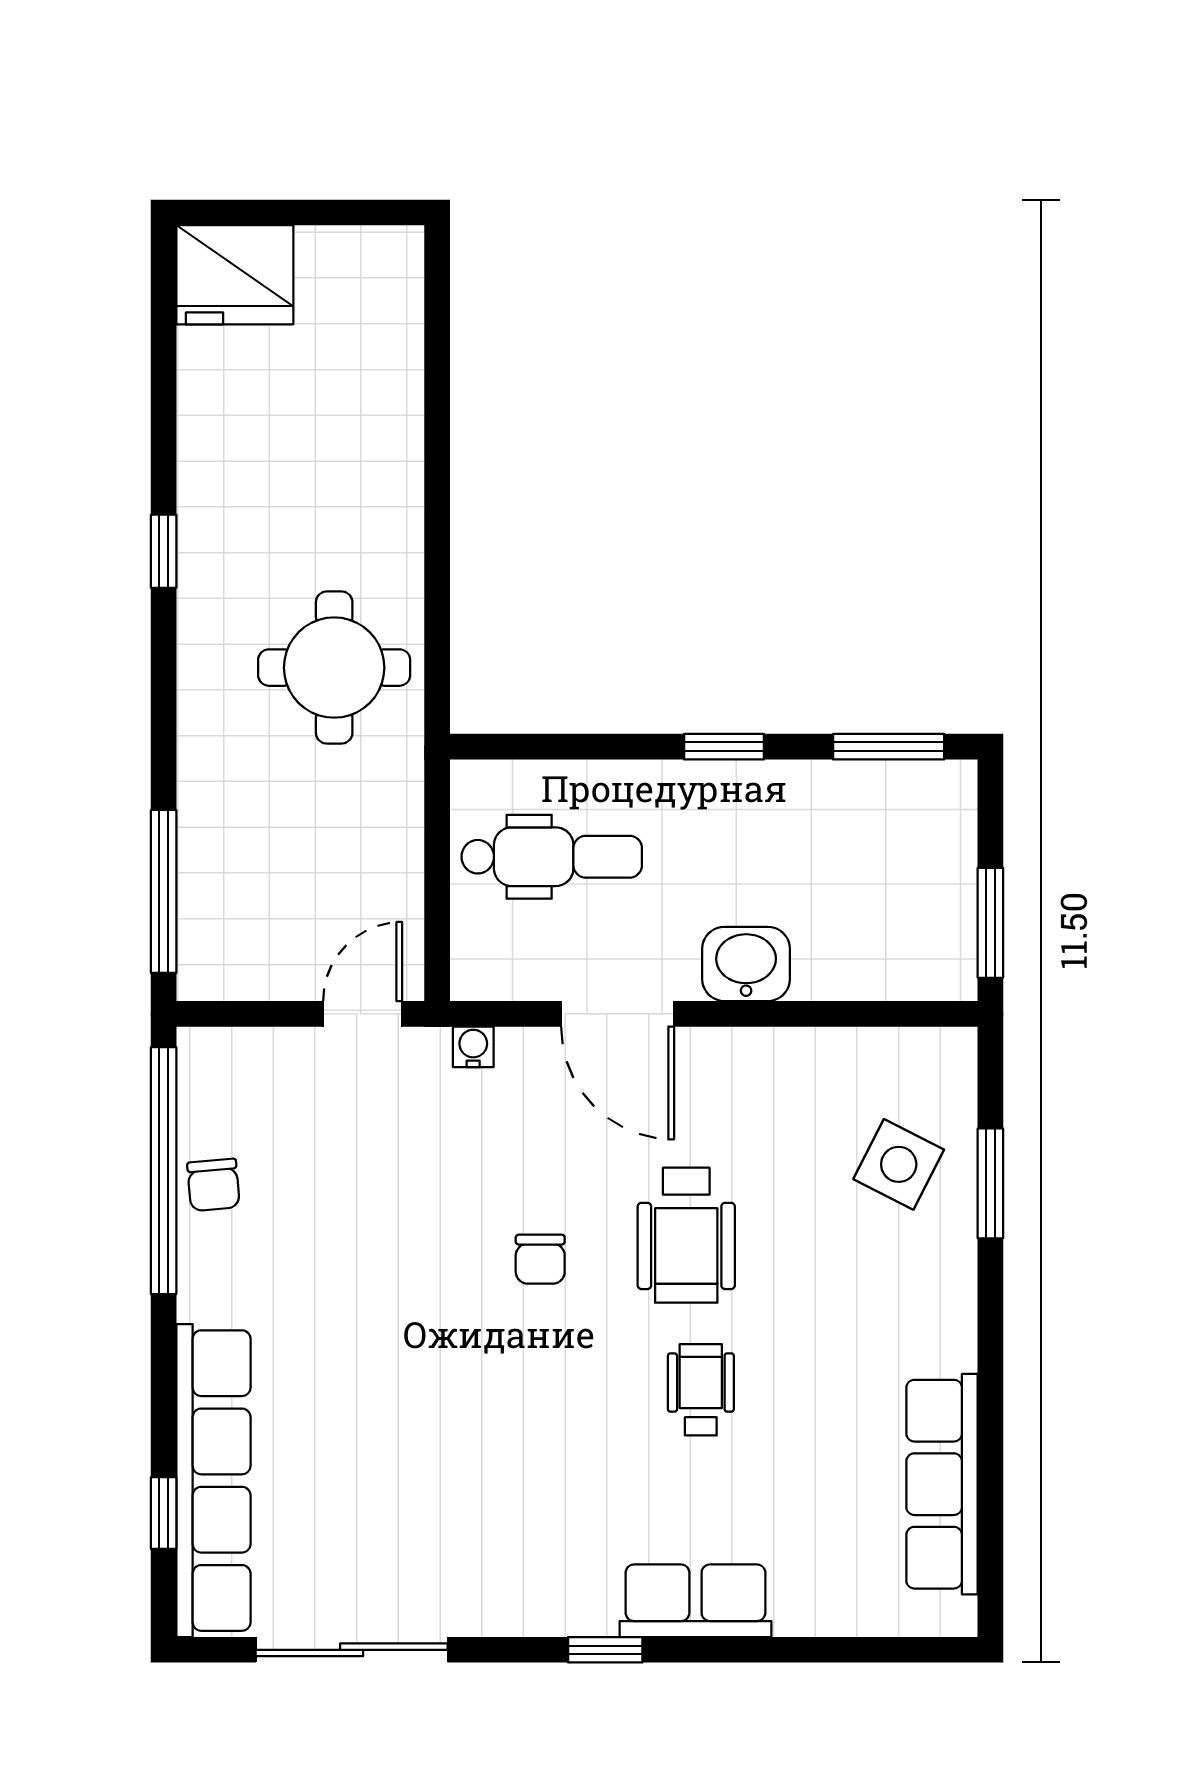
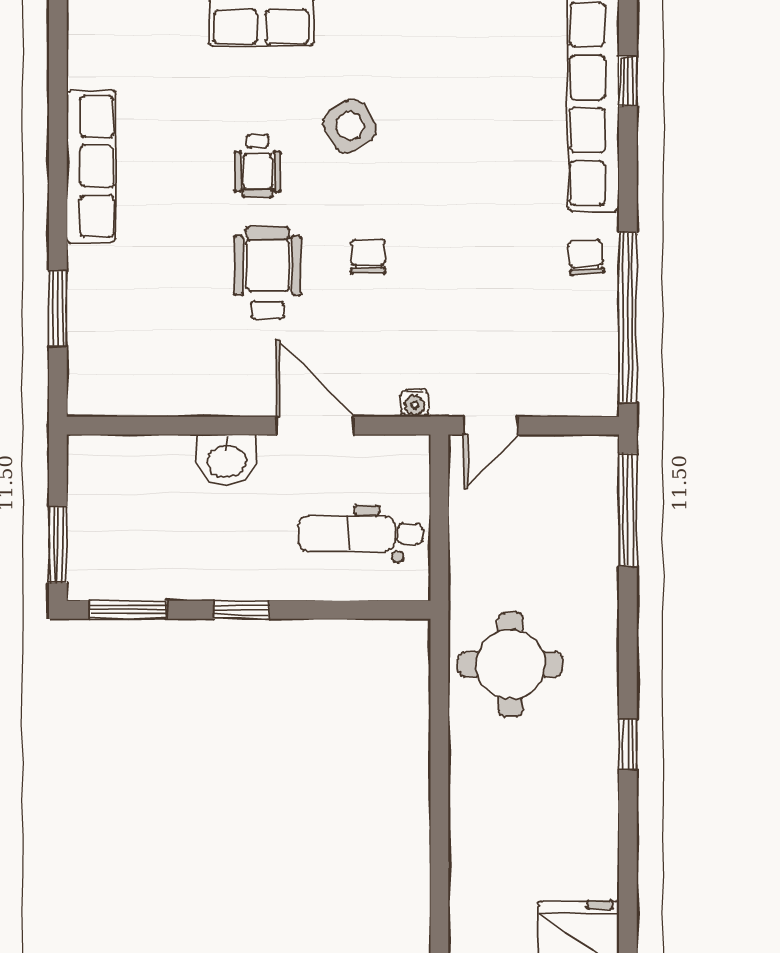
window: (990, 923) -> (58, 545), moved
side table: (899, 1164) -> (350, 126), moved, turned 31
chair: (213, 1185) -> (586, 258), moved
row of seats: (942, 1484) -> (91, 166), moved

